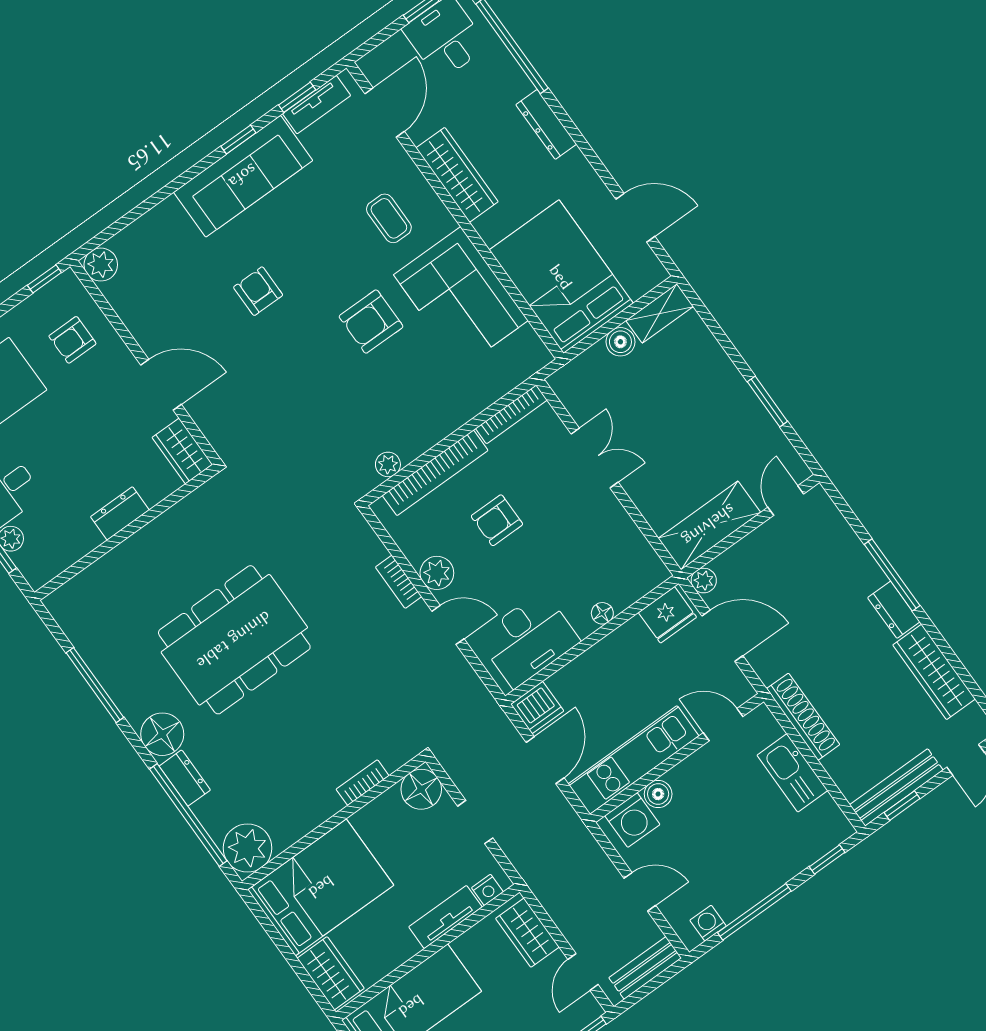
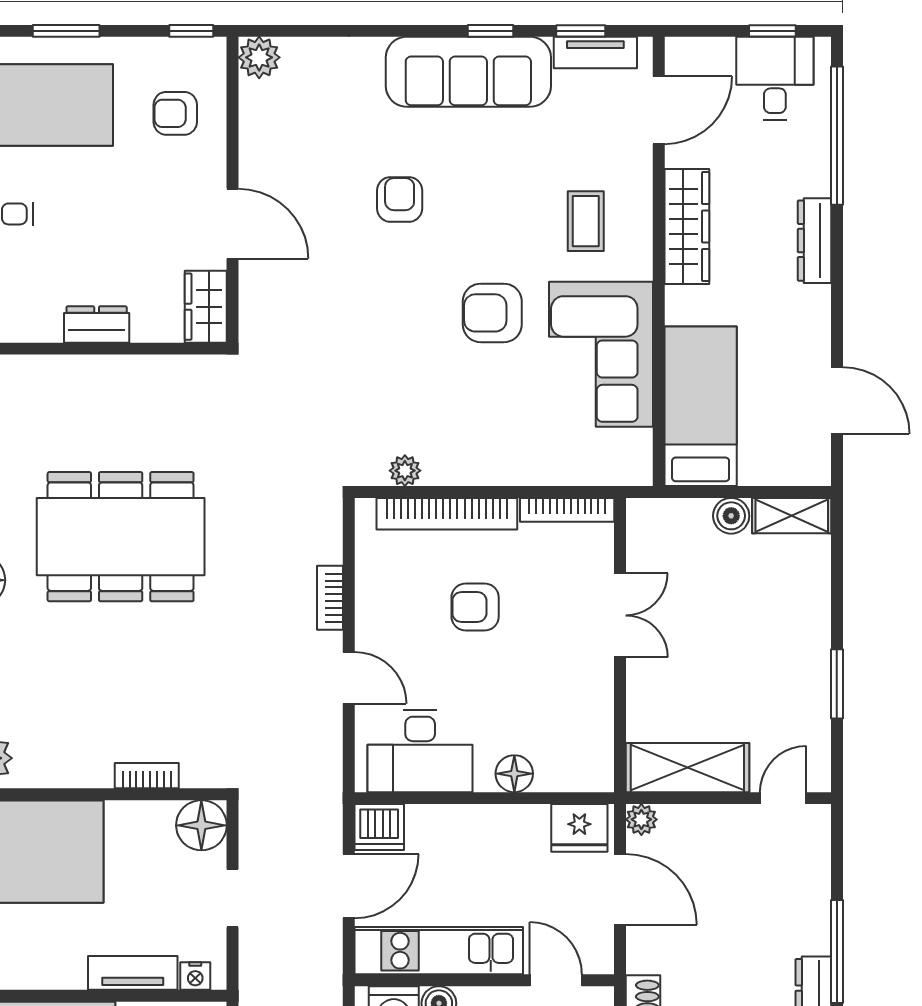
bed: (561, 277) -> (701, 406), width x0.67
plant: (437, 573) -> (376, 617), removed
floor lamp: (602, 613) -> (514, 774), width x1.37, depth x1.37

